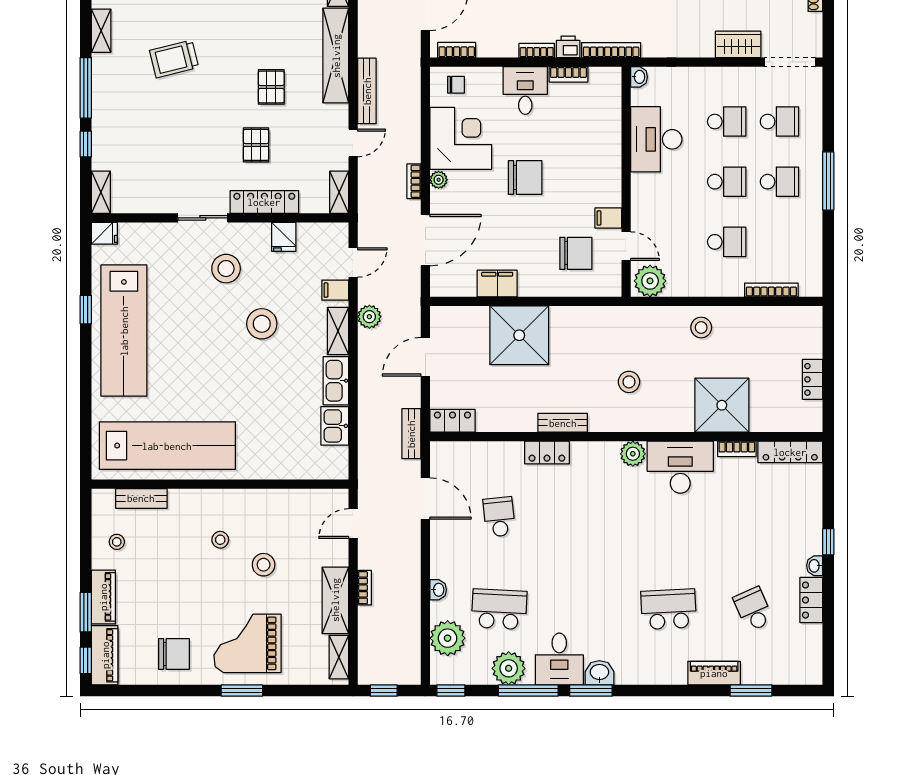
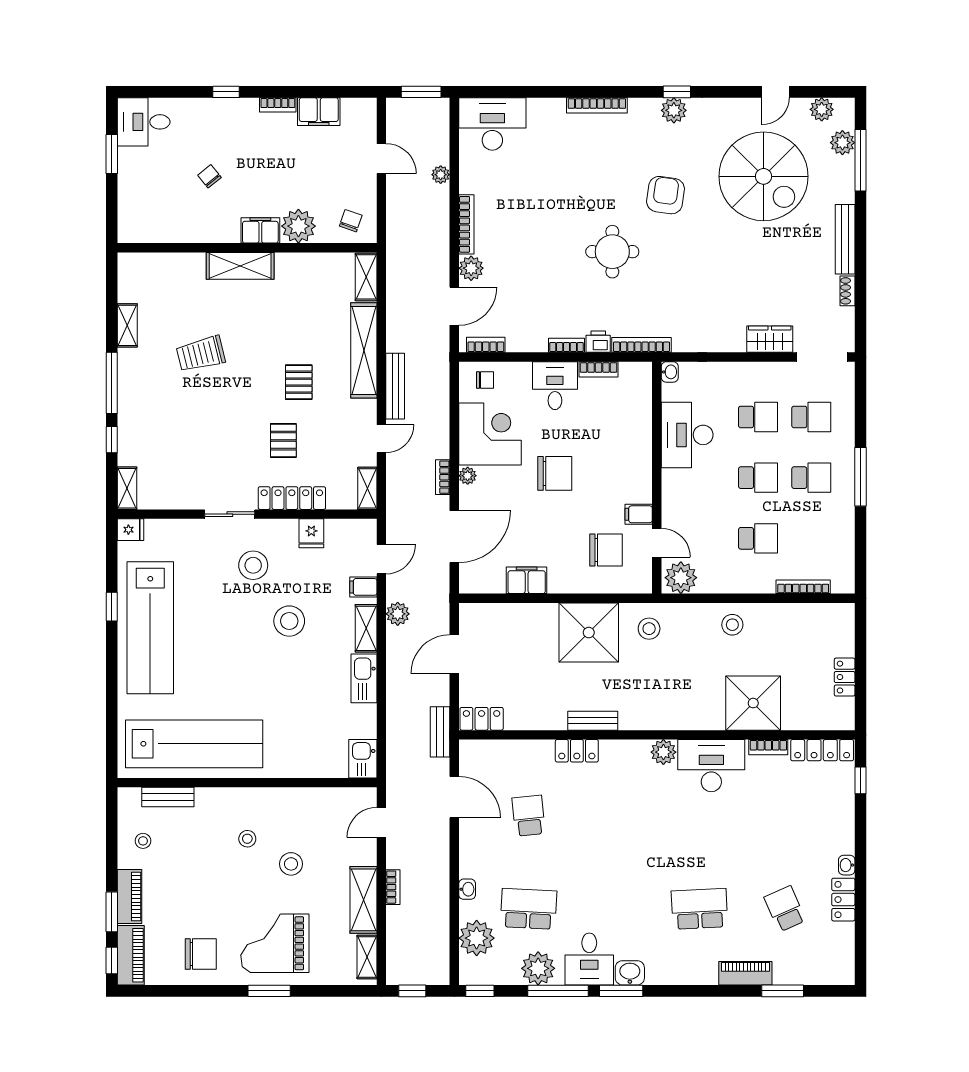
shower: (519, 335) -> (589, 633), moved
stool: (629, 382) -> (649, 629), moved
kitchen sink: (335, 426) -> (363, 759), moved
window: (828, 542) -> (860, 780), moved

